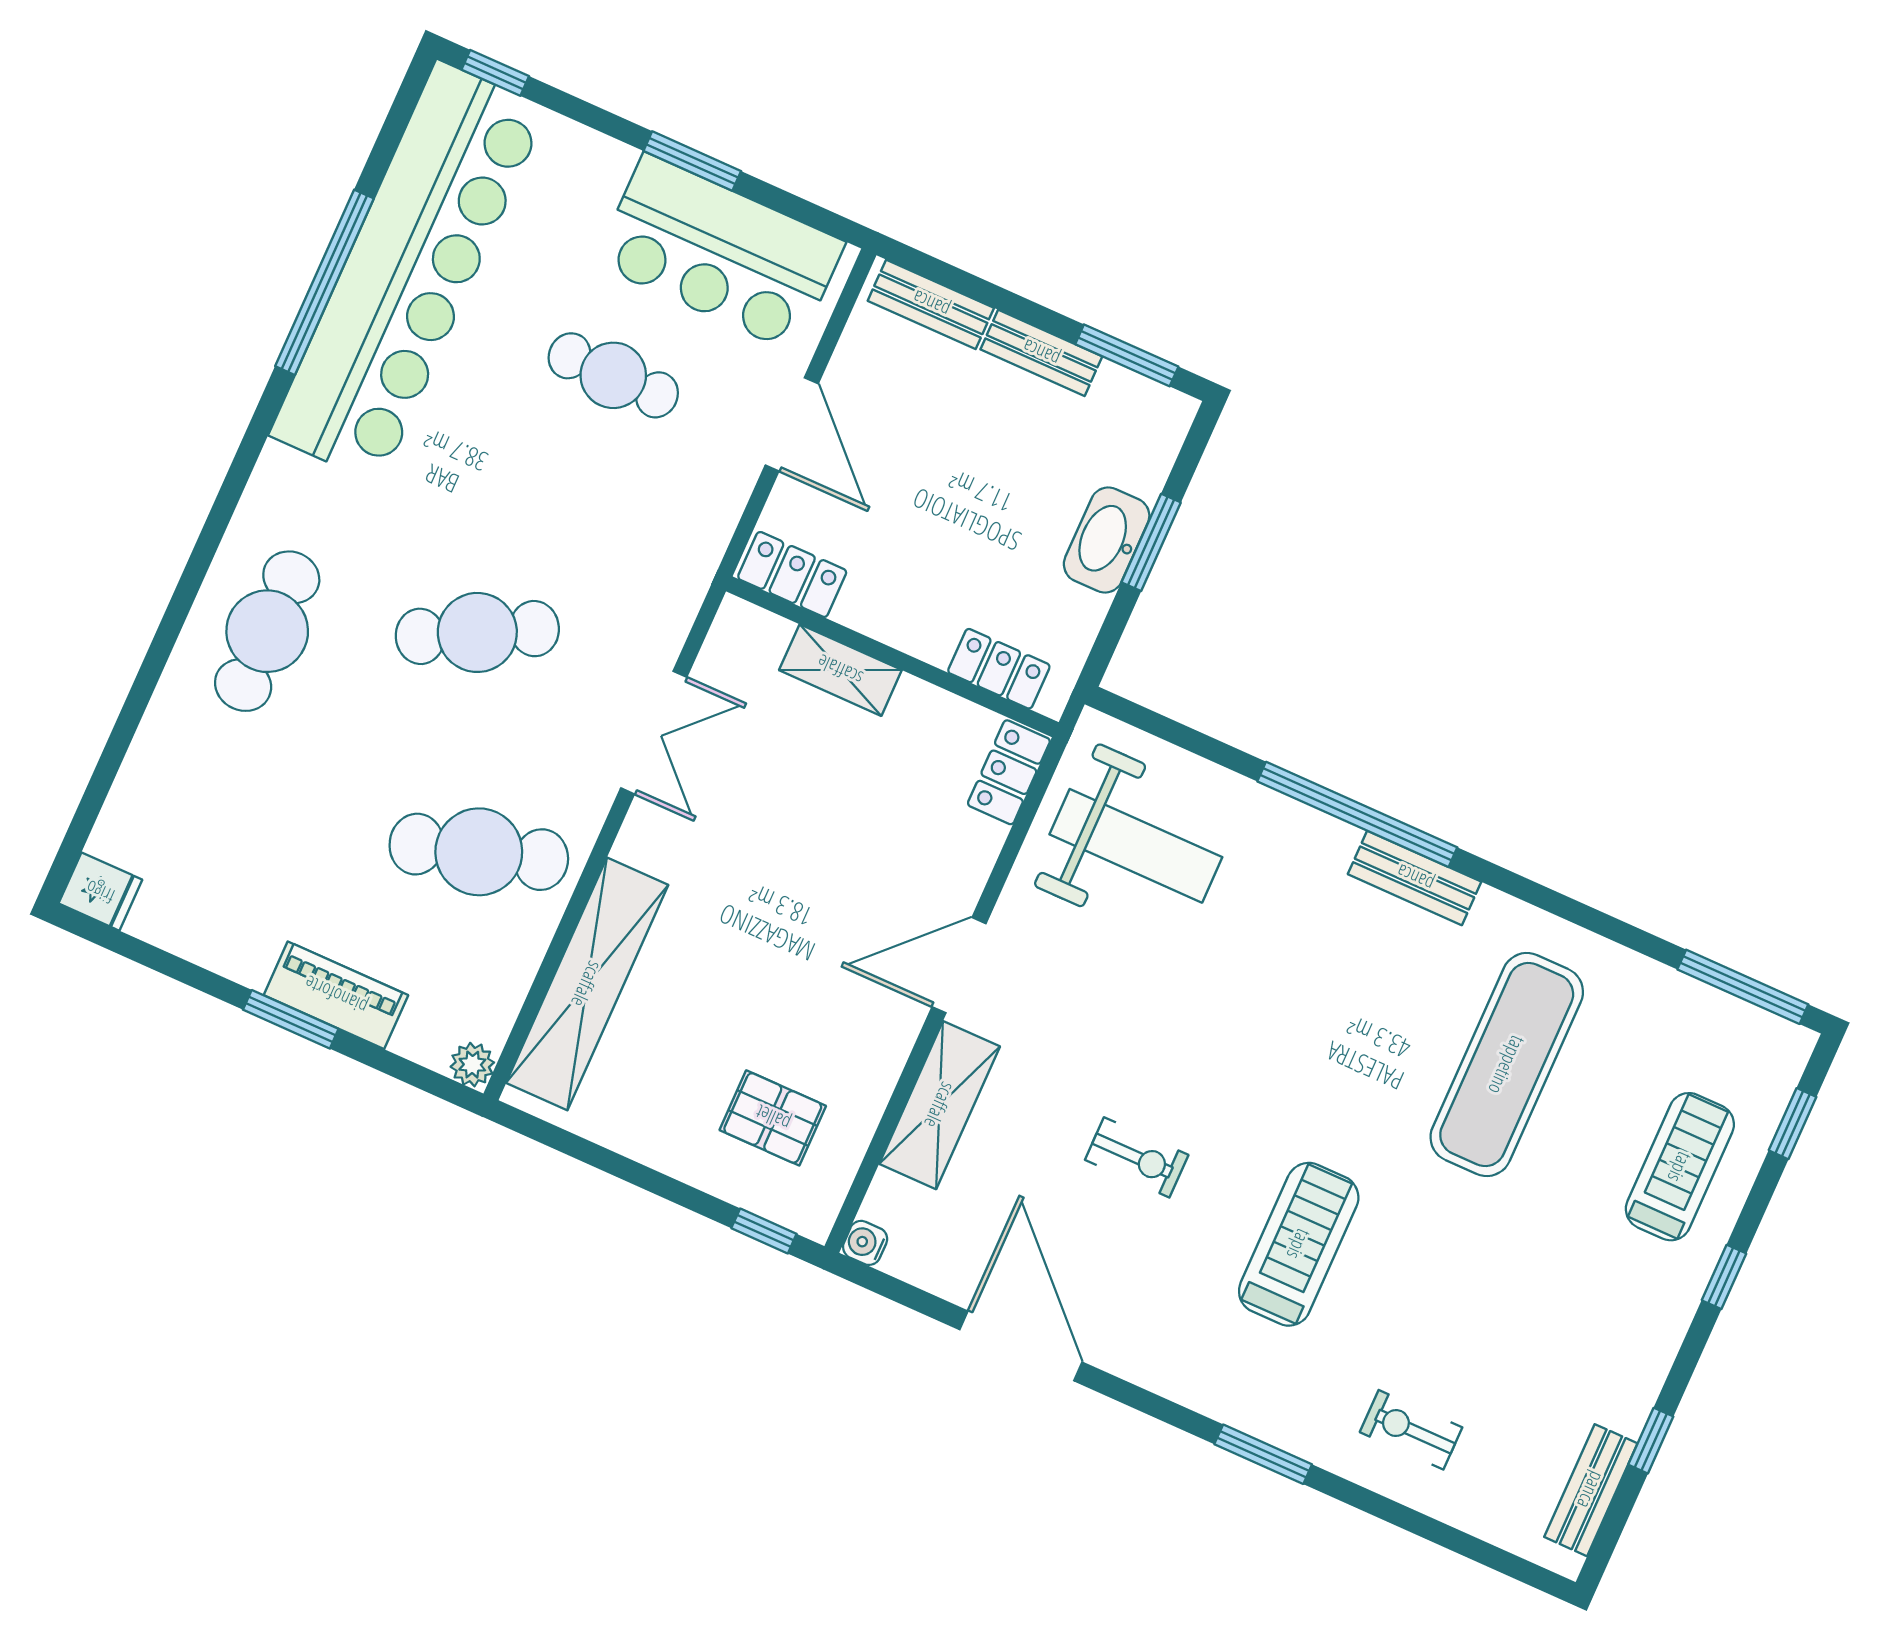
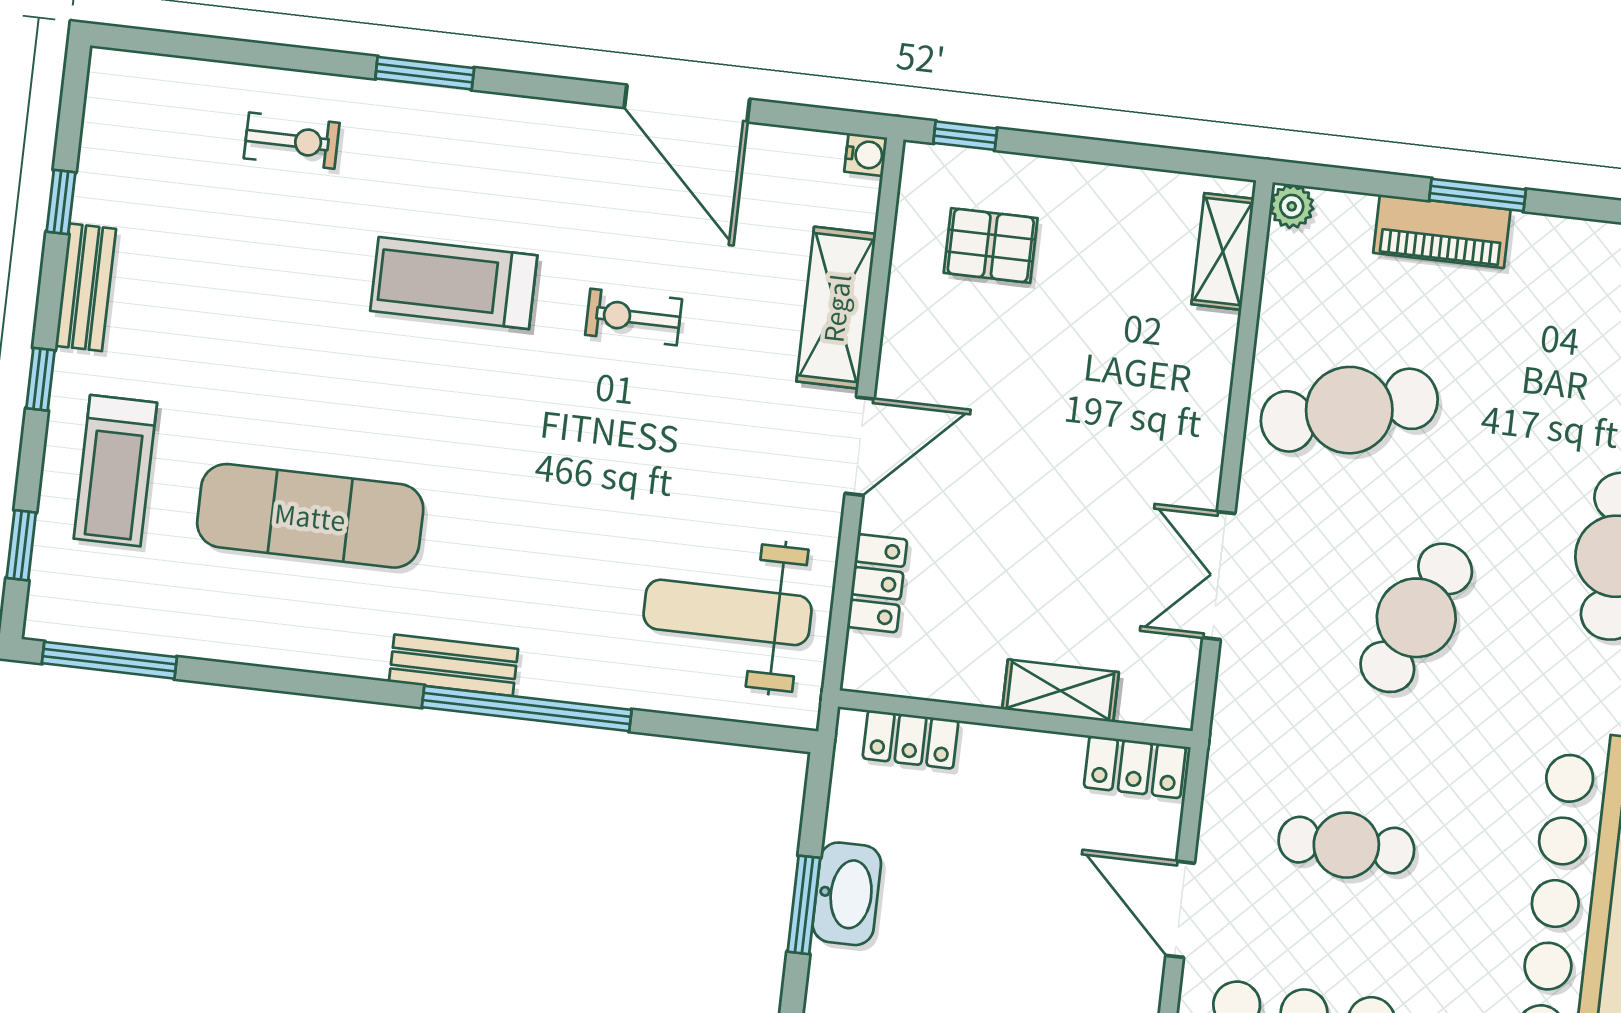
cafe table: (613, 375) -> (1346, 845), moved
cafe table: (477, 632) -> (1416, 618), turned -38
locker: (1009, 772) -> (877, 583), moved
shelving: (587, 984) -> (1223, 252), width x0.45, depth x0.75
exercise mat: (1507, 1065) -> (310, 516), turned 90
treadmill: (1299, 1244) -> (454, 283), turned 90
bench: (1591, 1490) -> (86, 287), moved

